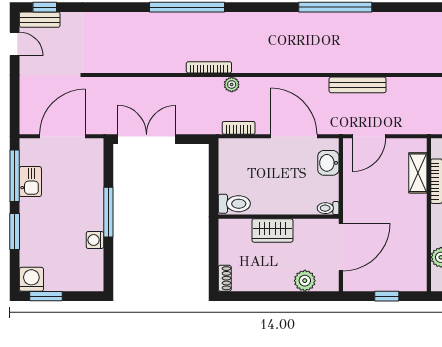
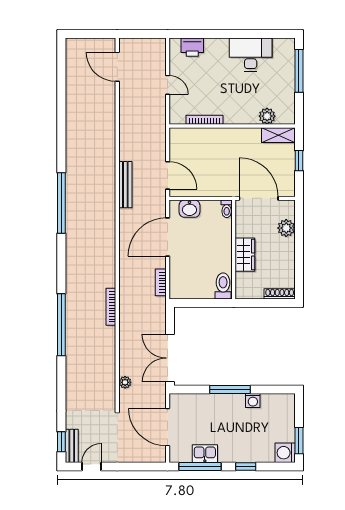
plant: (232, 84) -> (125, 382), moved
shelving: (418, 173) -> (278, 135), moved
window: (15, 231) -> (246, 467), width x0.67
shoe rack: (225, 278) -> (280, 294), width x1.43

